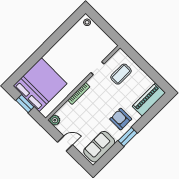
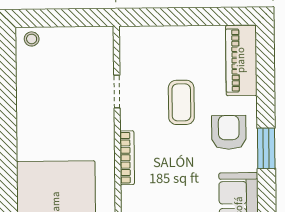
coffee table: (121, 74) -> (181, 102), moved
armchair: (121, 119) -> (229, 132), turned 90

